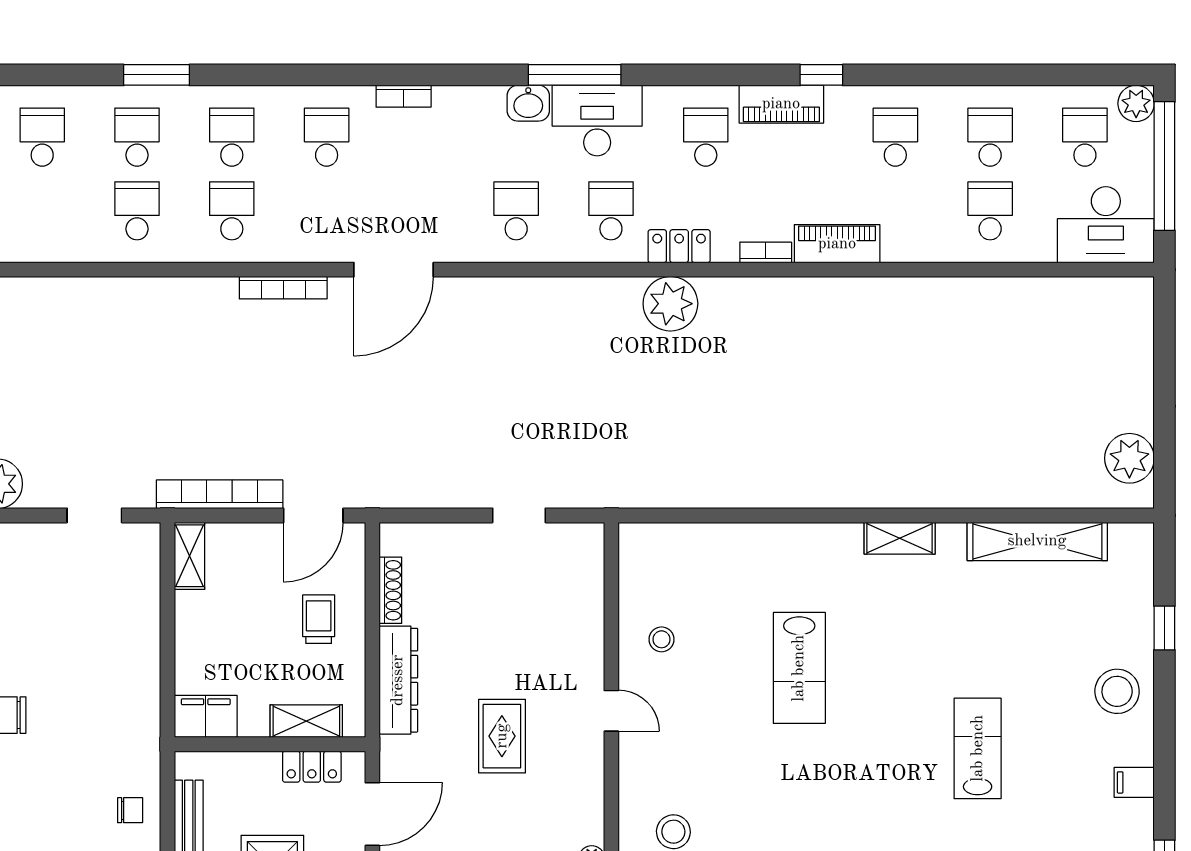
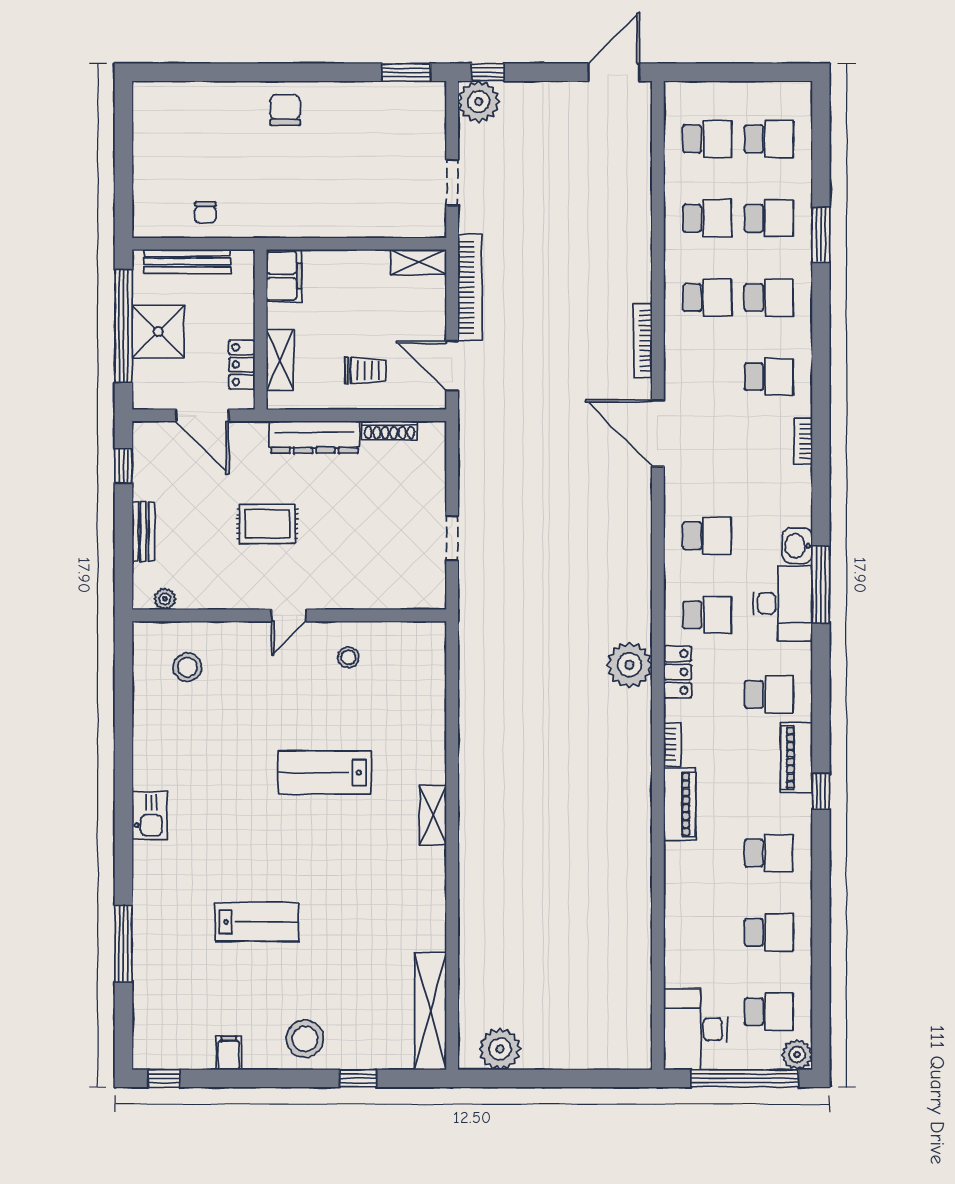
school desk: (990, 211) -> (707, 139), moved
shelving: (900, 538) -> (433, 815), moved
shelving: (1037, 541) -> (430, 1011), moved

